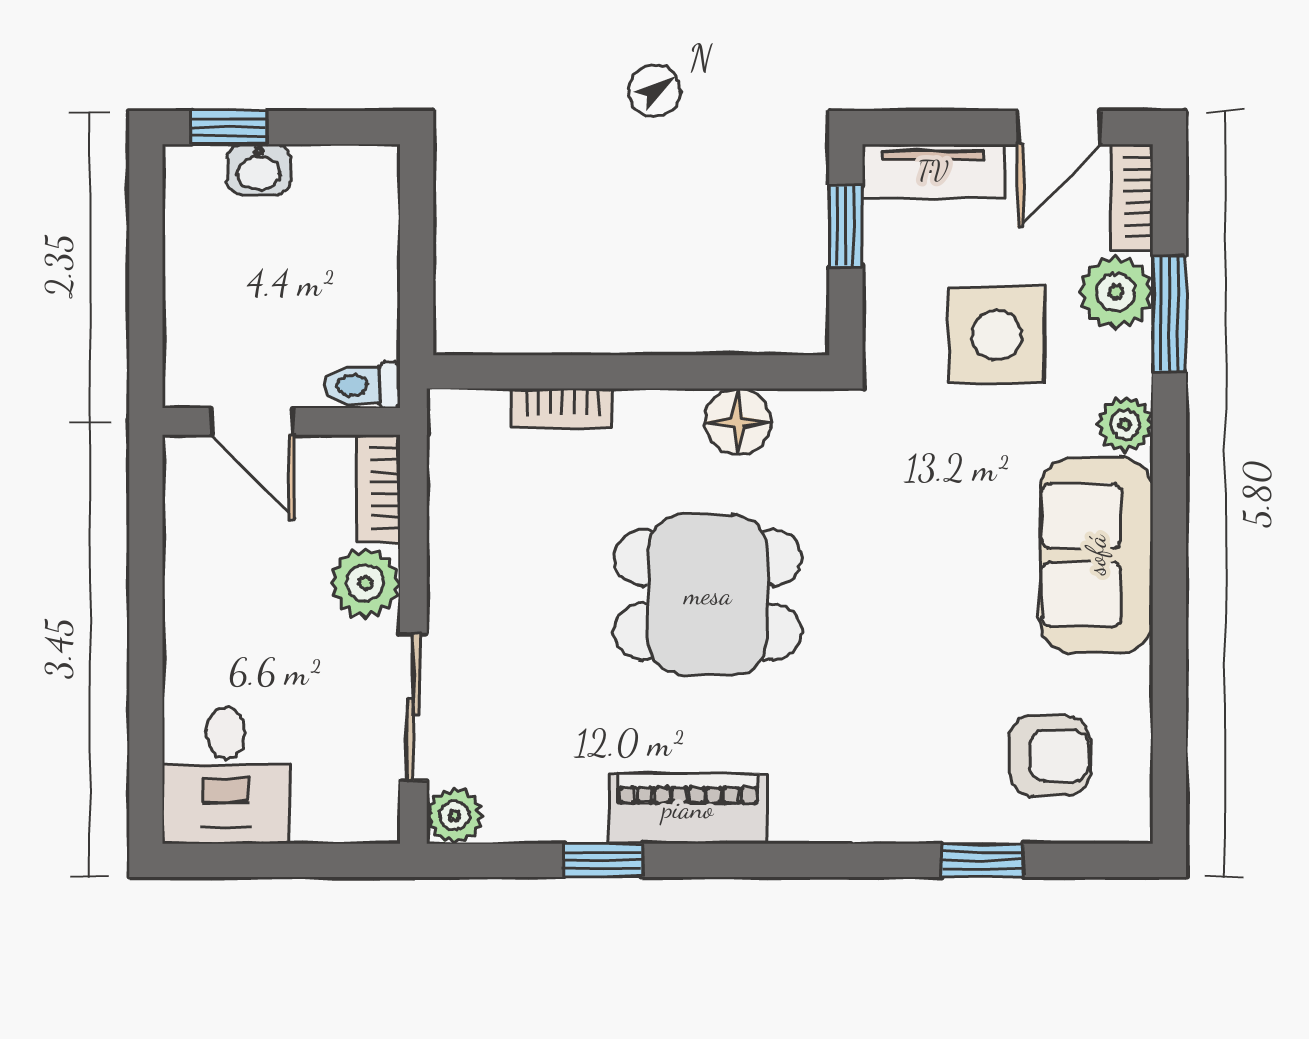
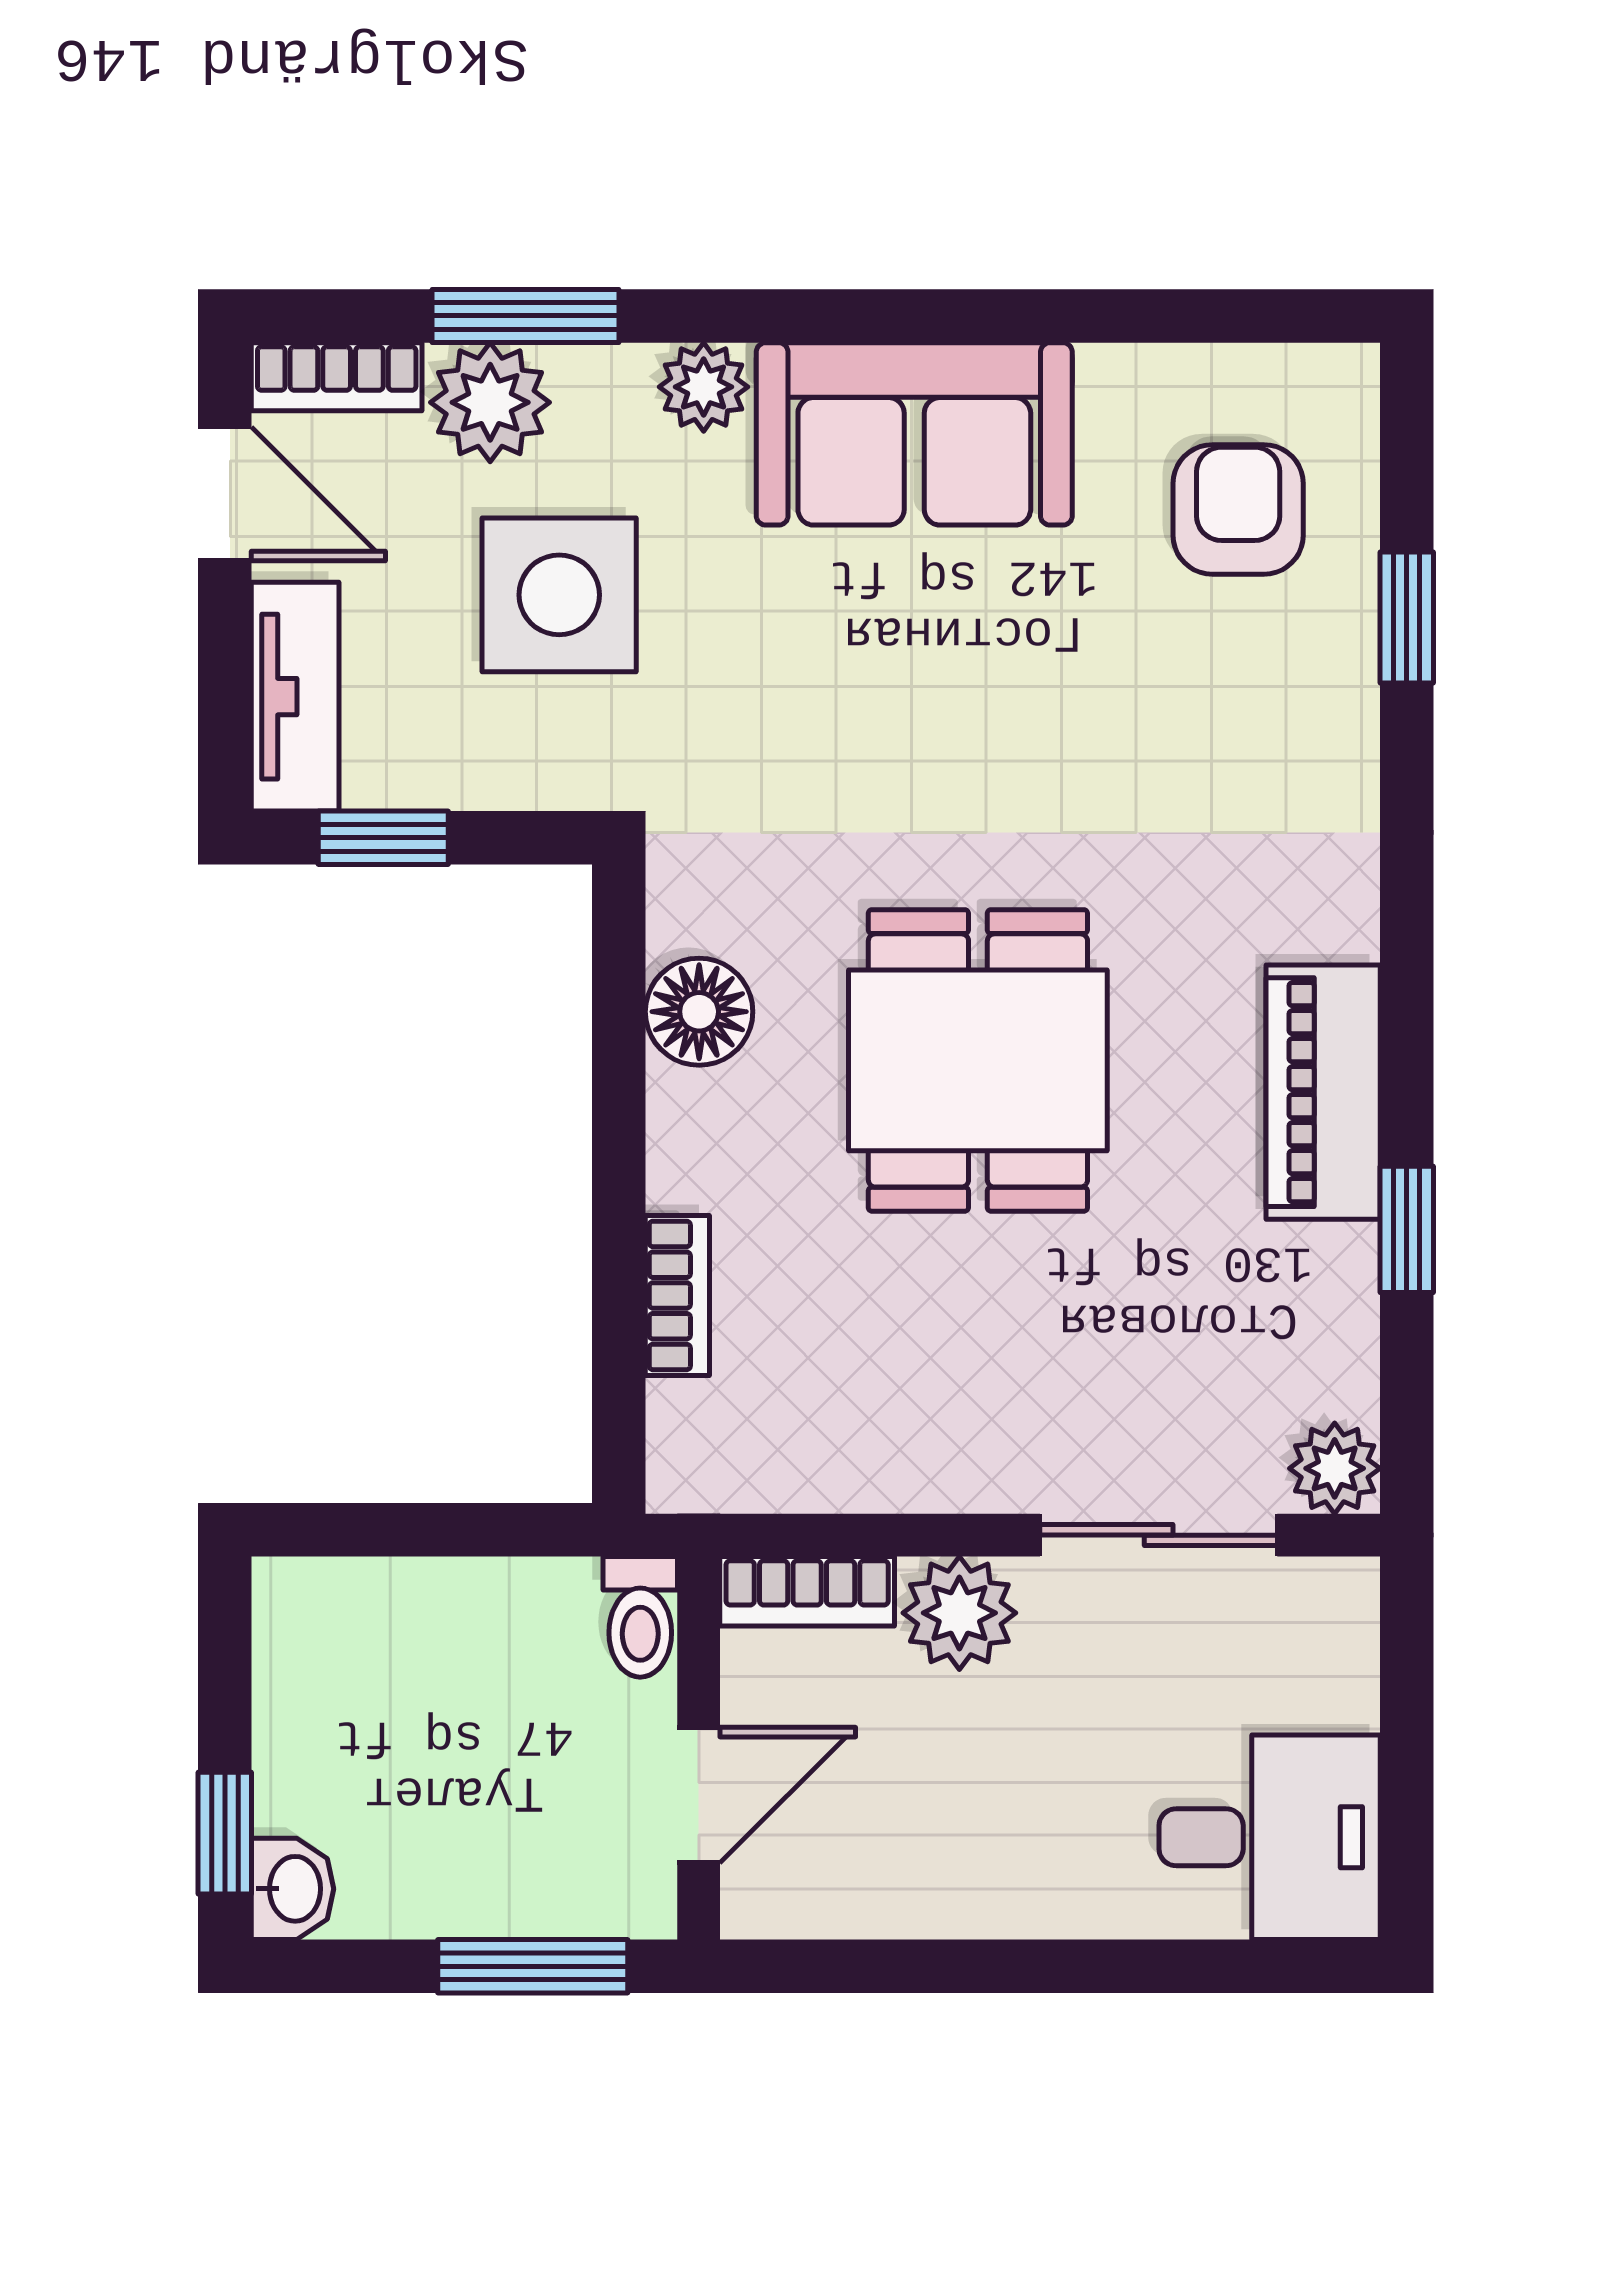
washbasin: (259, 170) -> (293, 1889), moved
window: (146, 319) -> (533, 1966), added

